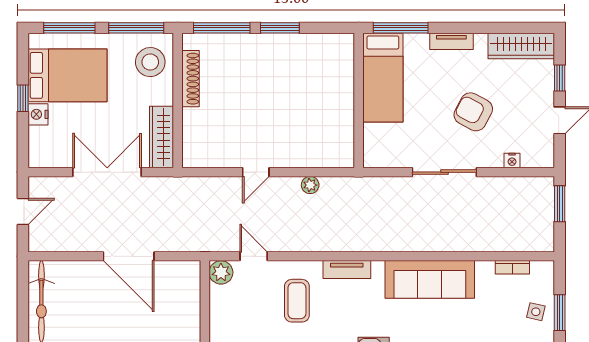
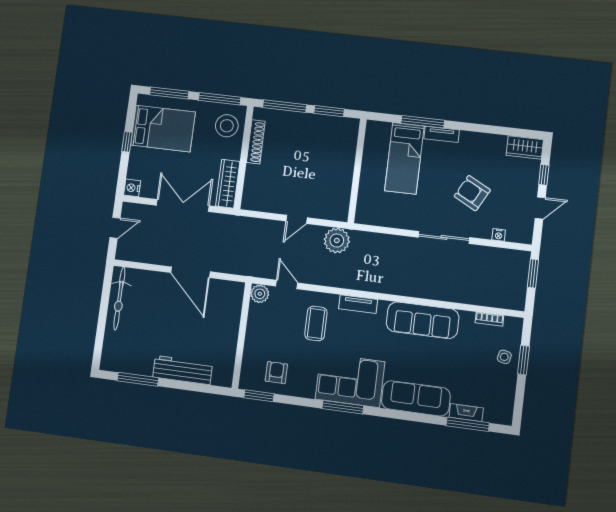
tv unit: (451, 41) -> (442, 134), moved
wardrobe: (521, 46) -> (525, 147), width x0.67
wall: (359, 100) -> (357, 171), moved
nightstand: (38, 114) -> (132, 188), moved
plant: (310, 185) -> (337, 240), width x1.88, depth x1.88

